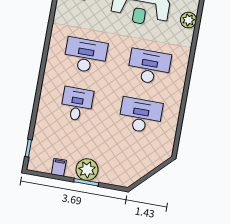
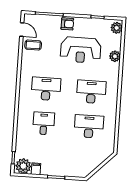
plant: (87, 170) -> (23, 166), moved

